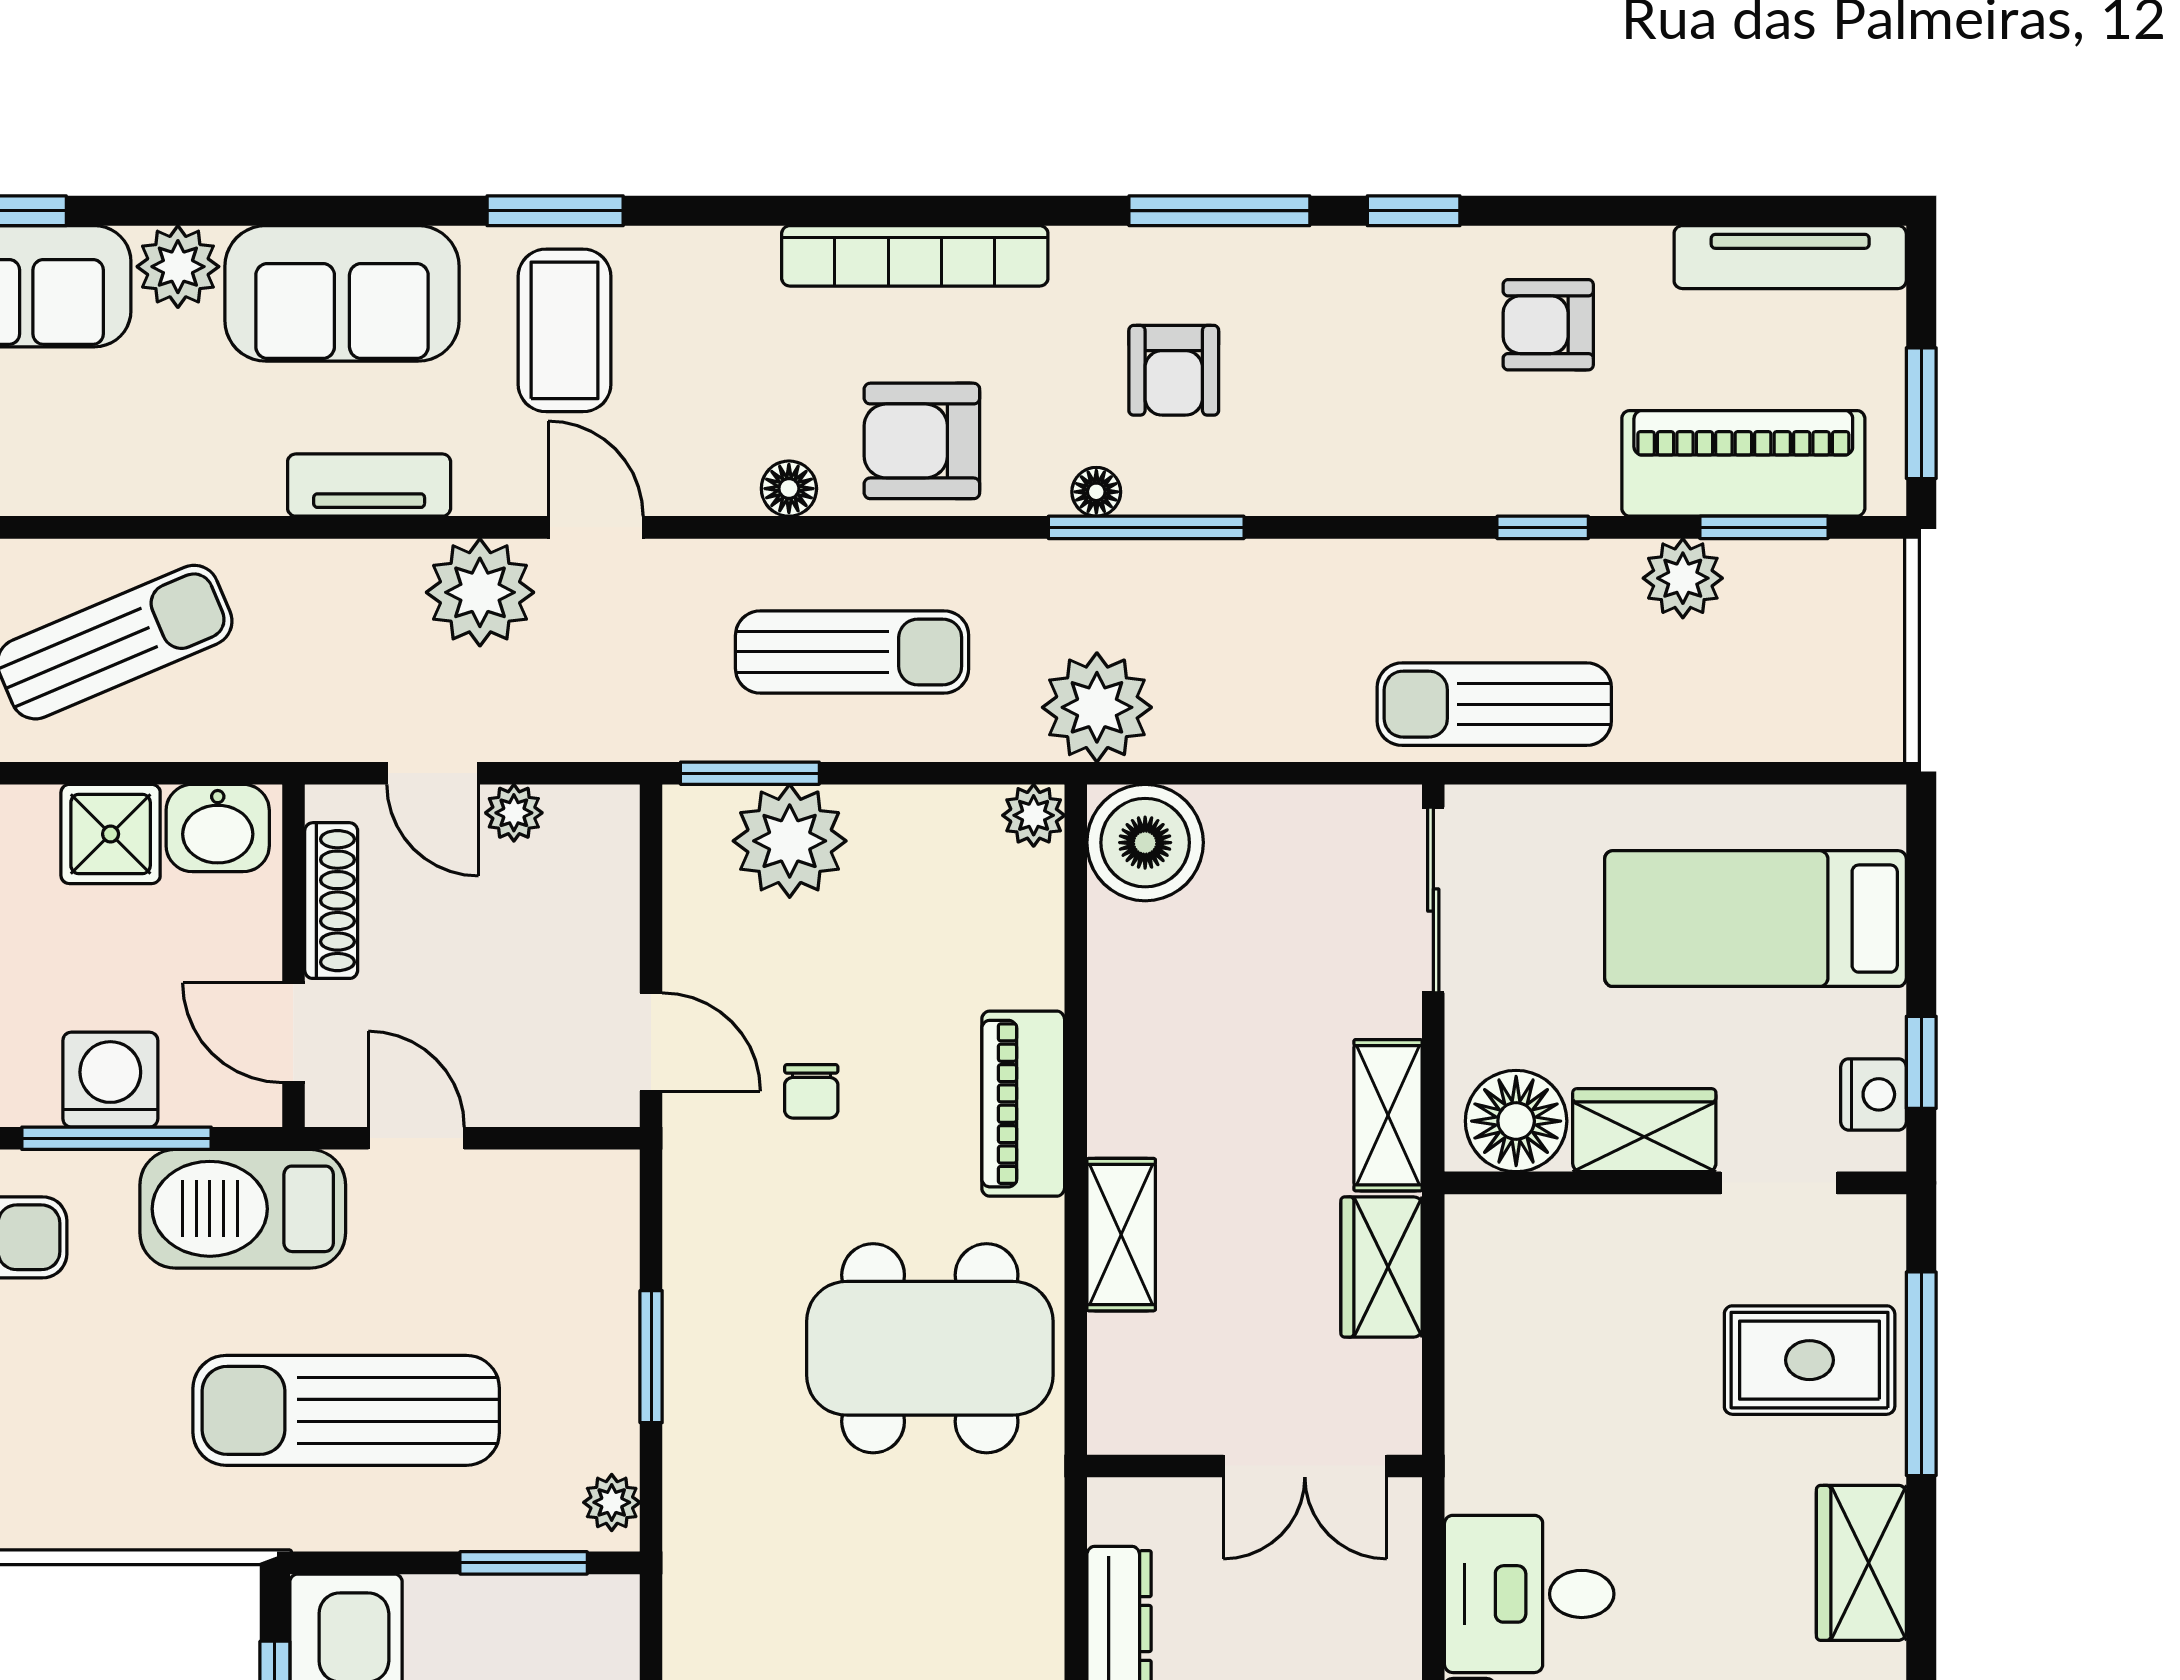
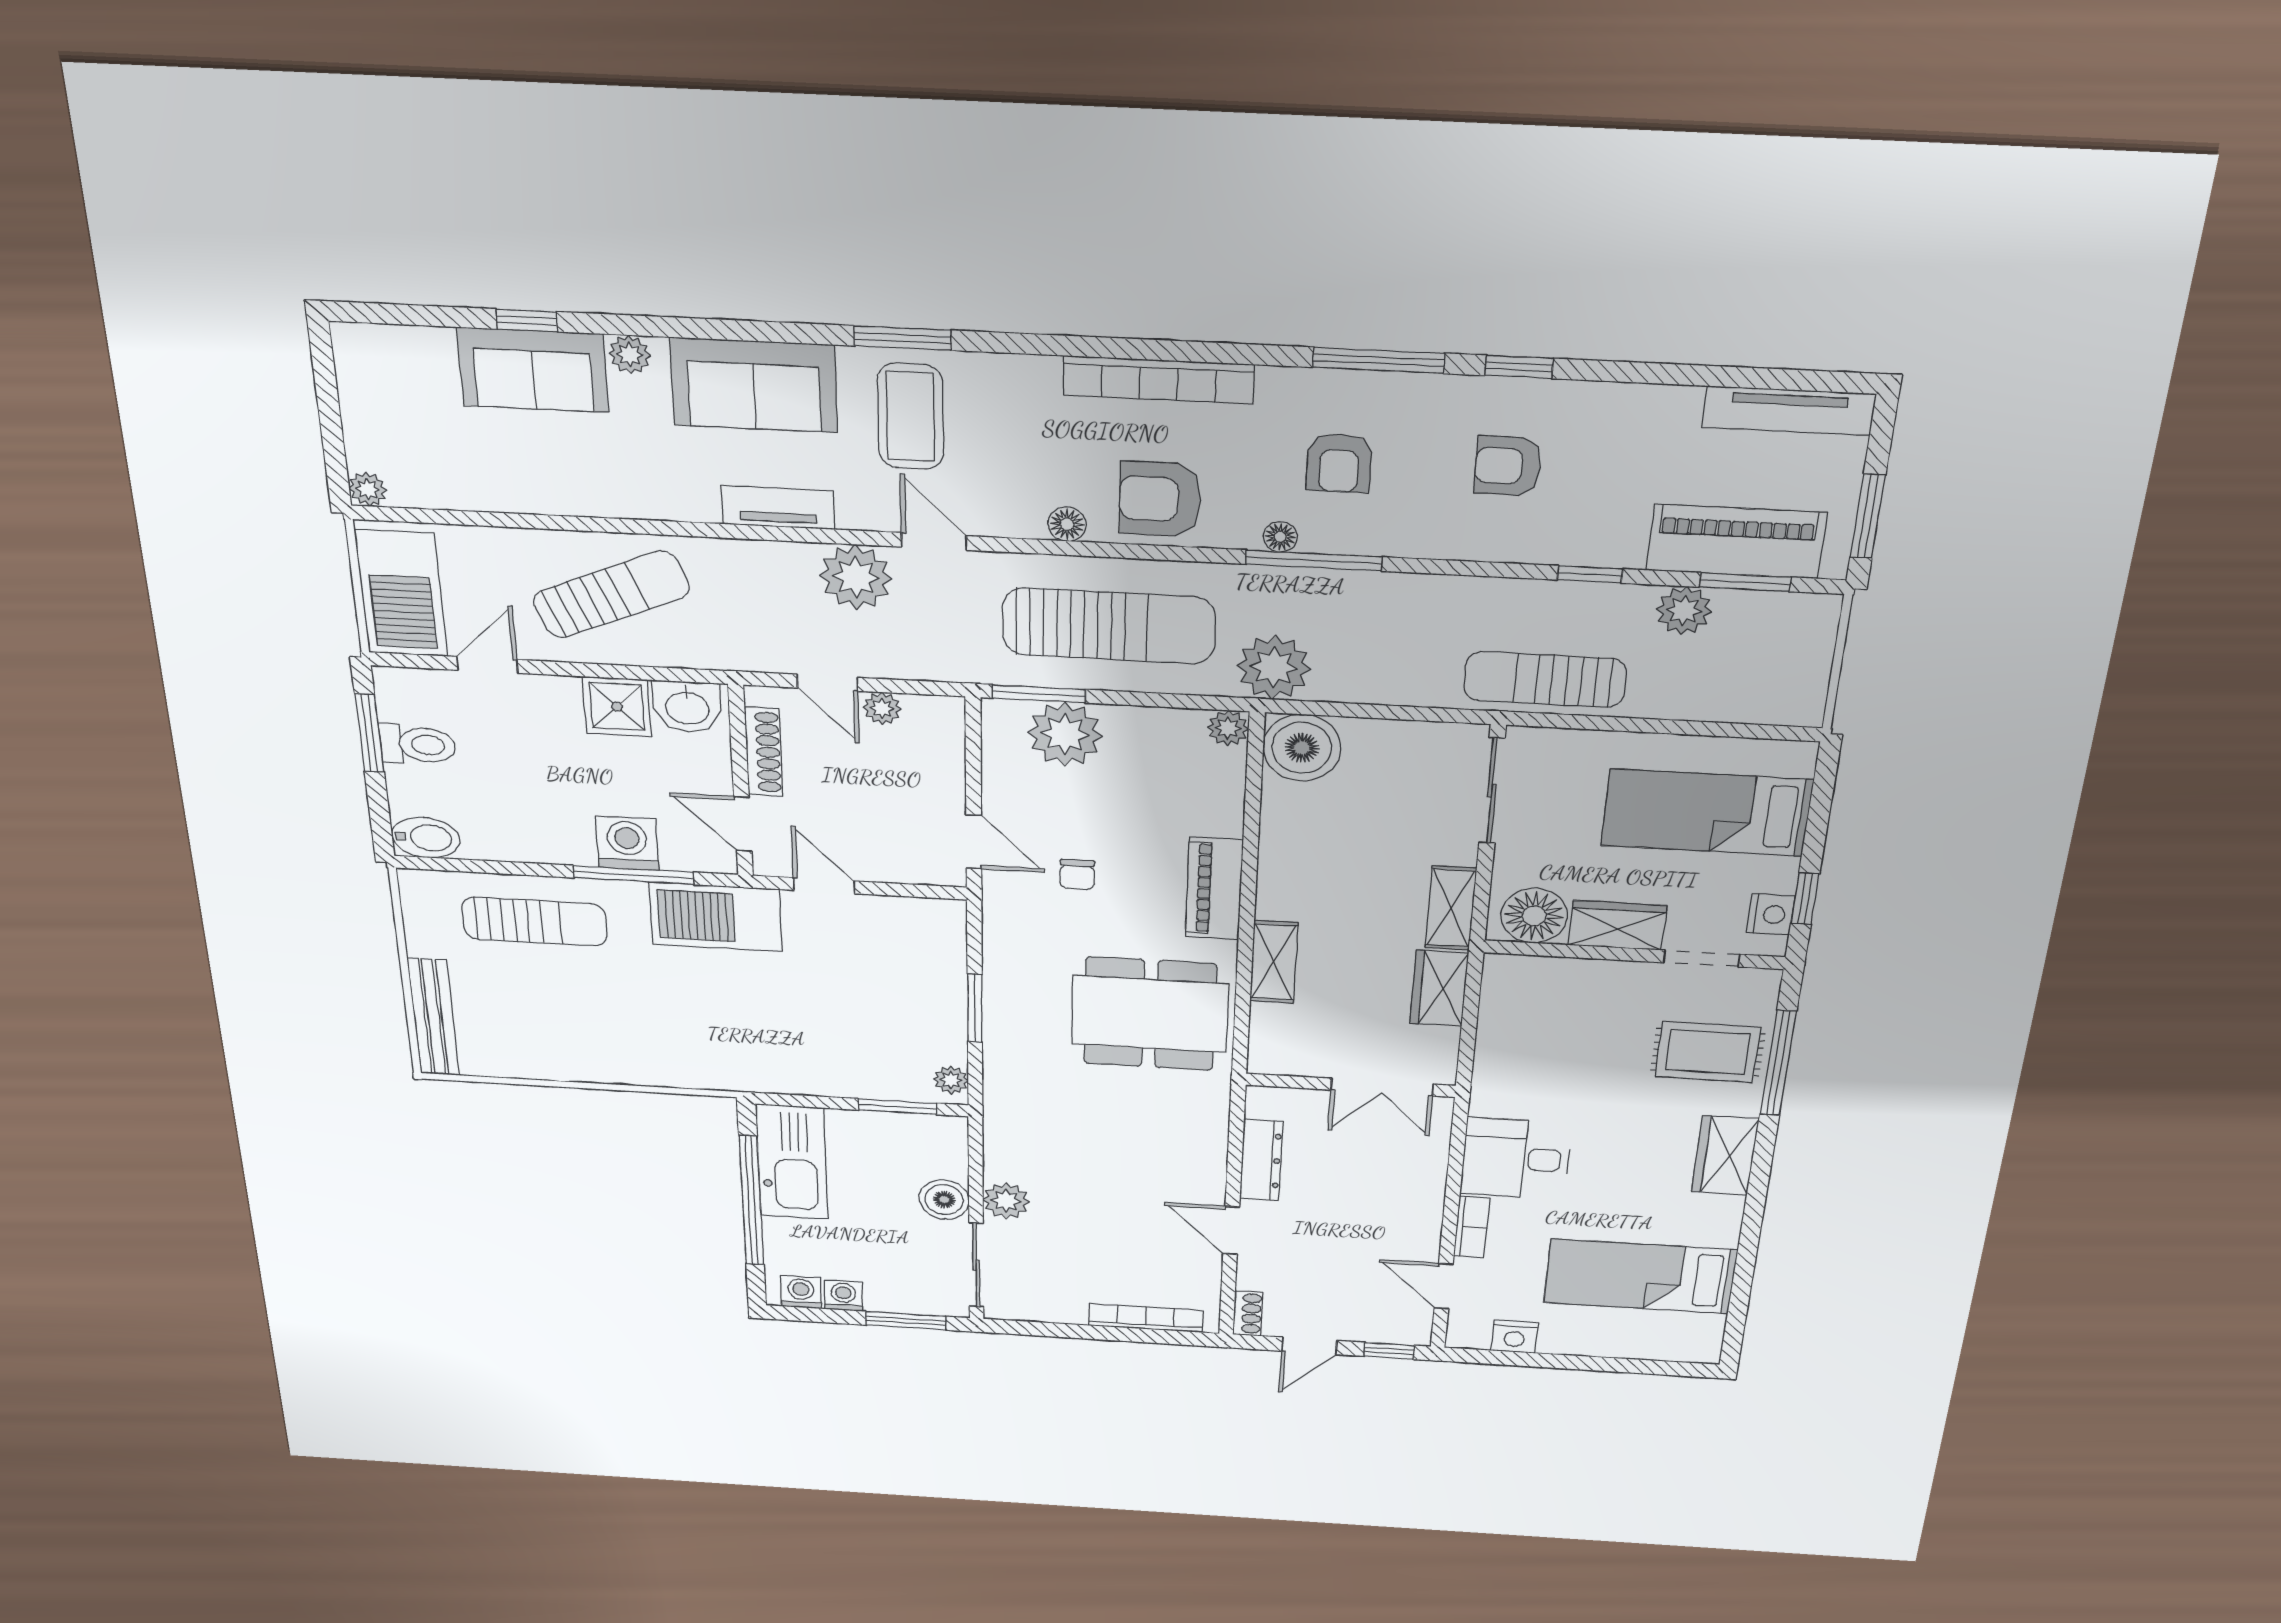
plant: (178, 267) -> (630, 355), width x0.73, depth x0.73
armchair: (1548, 325) -> (1508, 466), moved
sun lounger: (852, 652) -> (1109, 626), width x1.36, depth x1.34
sun lounger: (346, 1410) -> (786, 1025), removed

